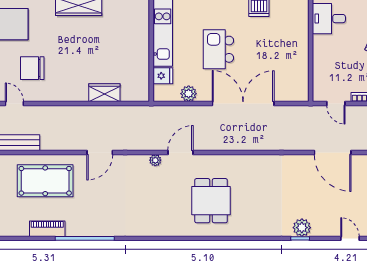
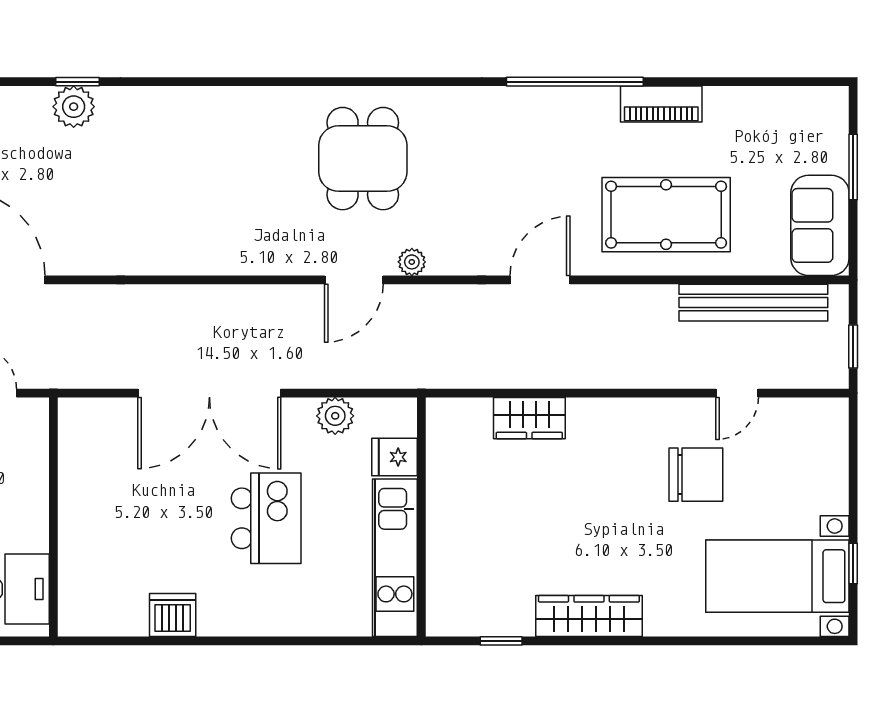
door: (14, 103) -> (737, 393), hinge flipped
dining table: (211, 201) -> (363, 159), moved

